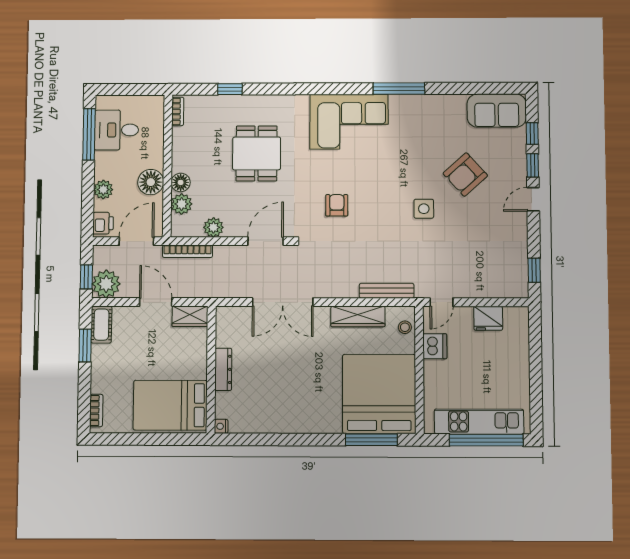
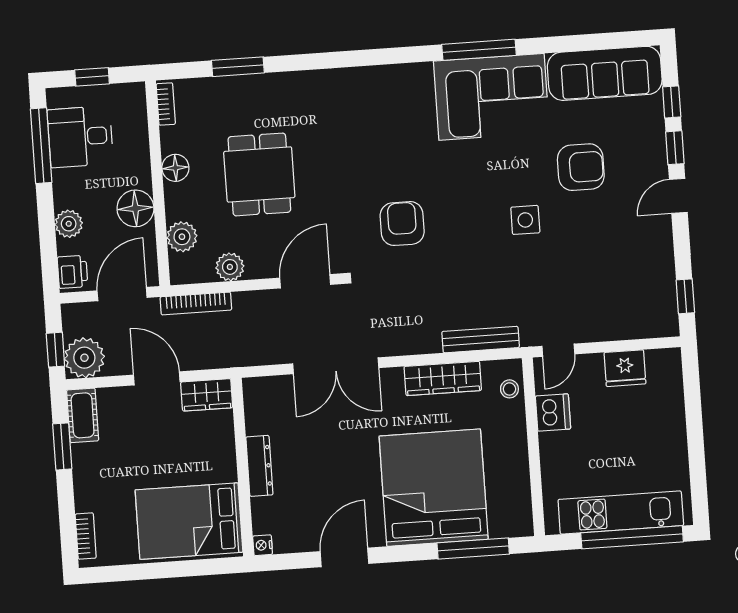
window: (128, 89) -> (92, 77), added
window: (230, 89) -> (238, 67), width x1.50
sofa: (497, 111) -> (605, 73), width x1.36
corner sofa: (349, 122) -> (492, 97), moved
dining table: (257, 153) -> (259, 174), moved
armchair: (465, 175) -> (581, 167), turned -138
floor lamp: (181, 182) -> (175, 168), moved
armchair: (337, 205) -> (402, 224), width x1.38, depth x1.38
bed: (379, 394) -> (434, 488), moved
door: (279, 439) -> (344, 557), added

